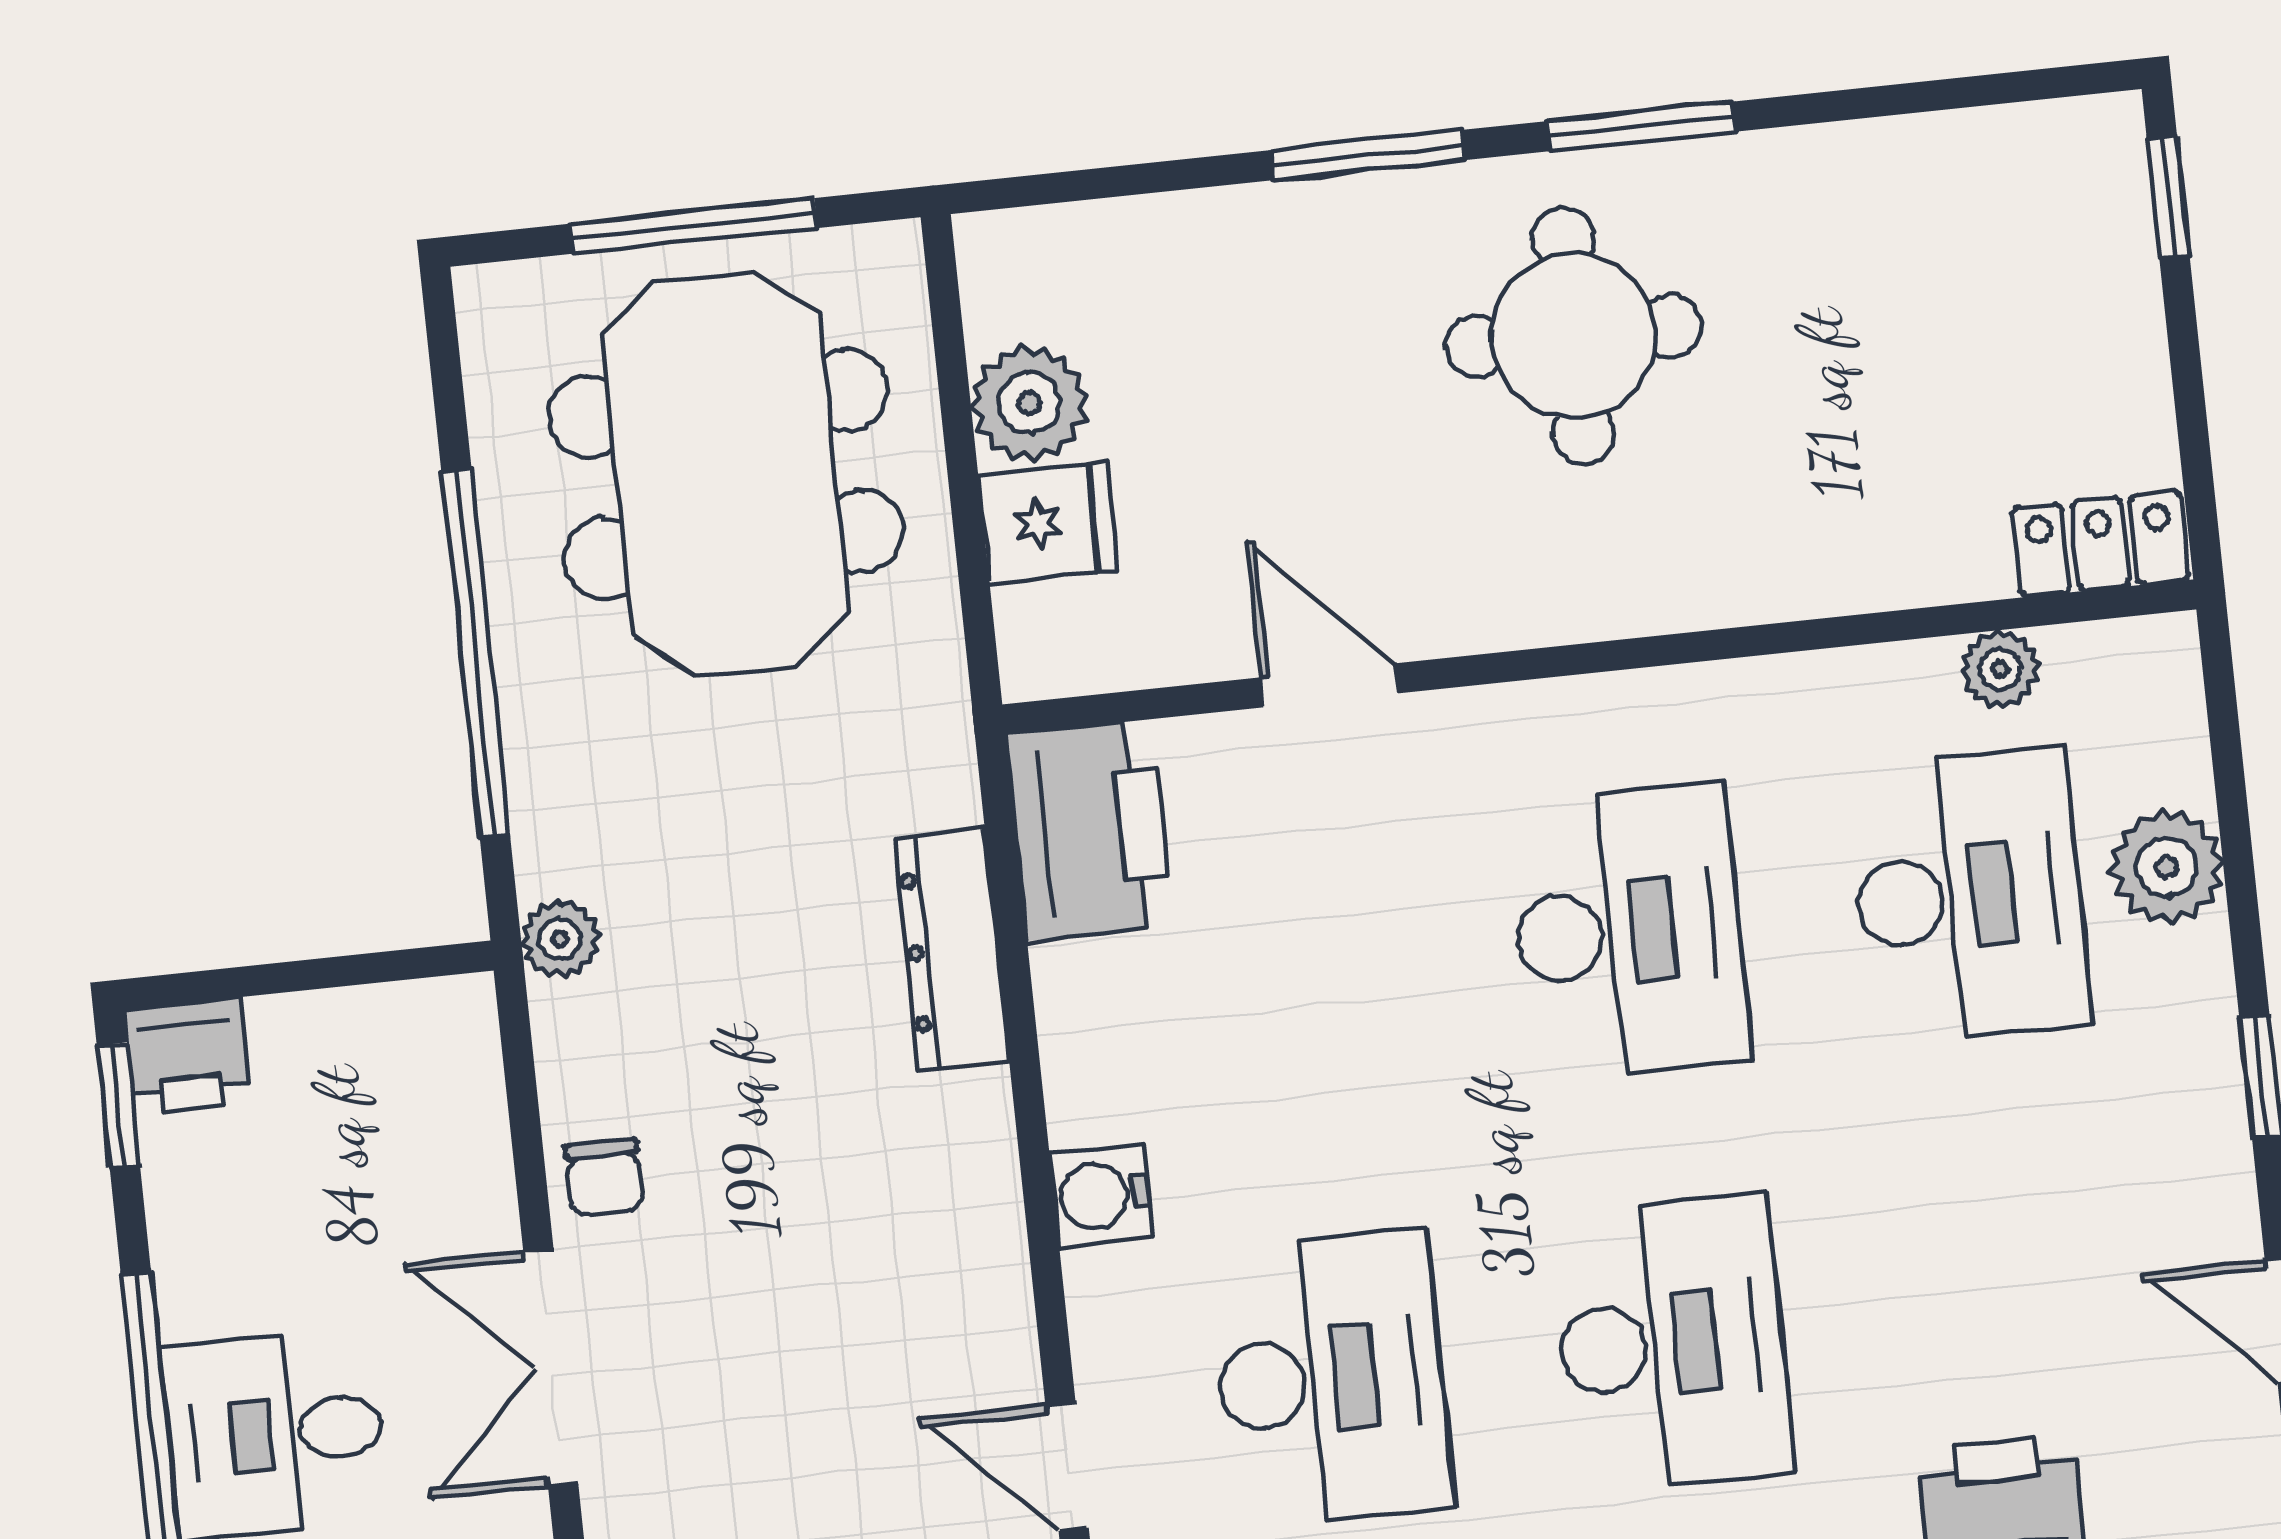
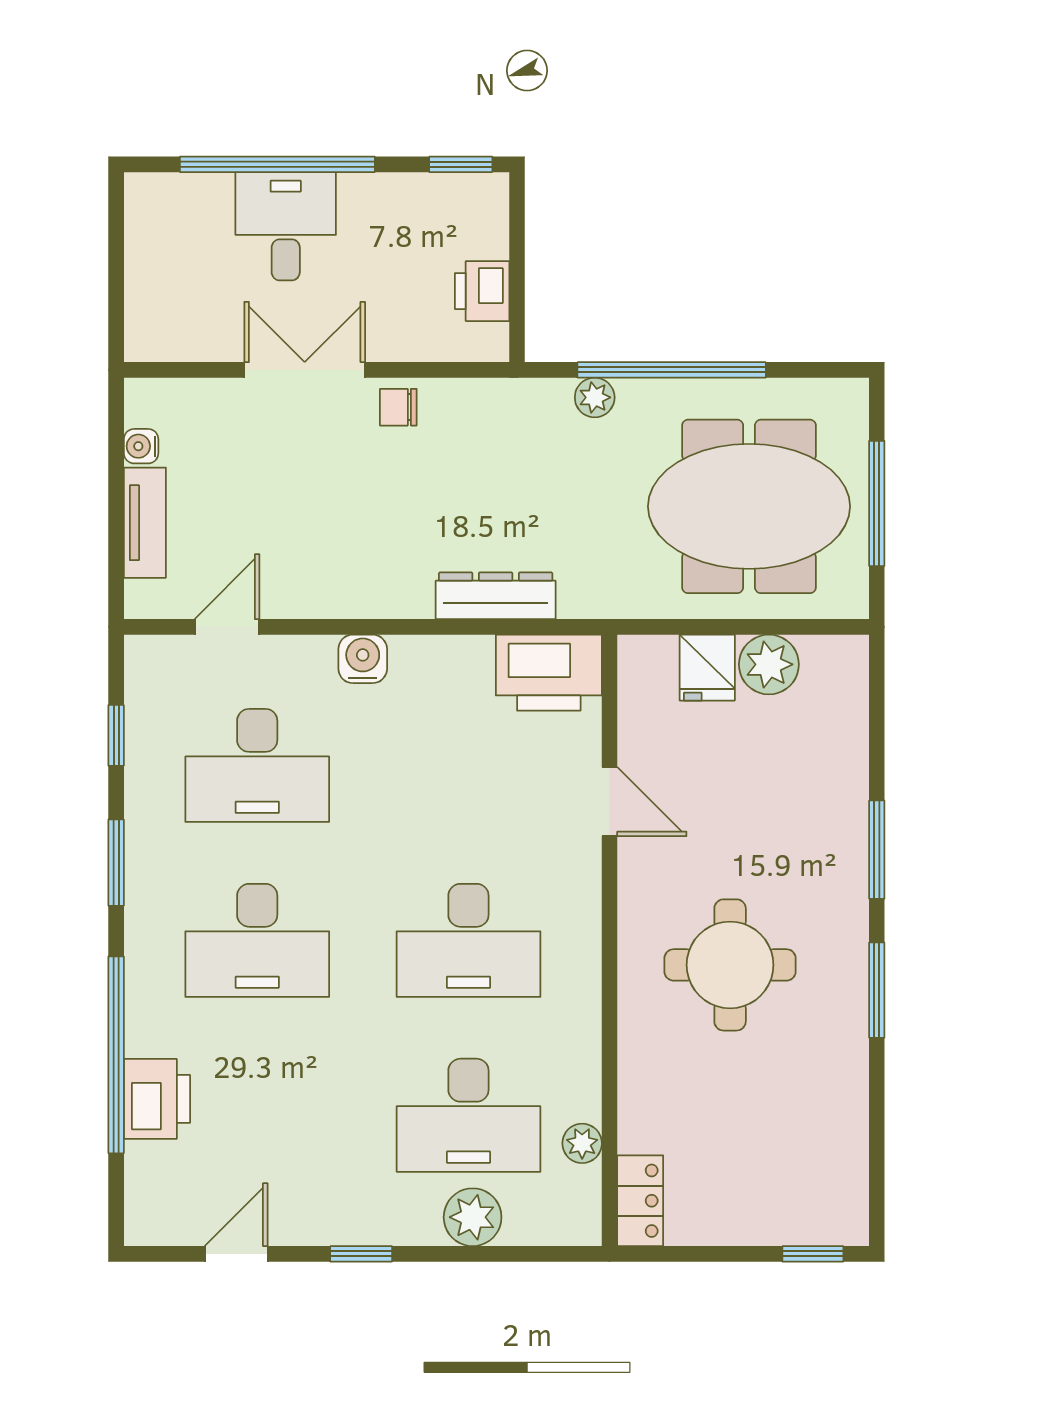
round table: (1573, 336) -> (730, 965), moved
door: (1329, 685) -> (610, 802), hinge flipped
plant: (560, 939) -> (595, 397), moved
printer: (187, 1056) -> (482, 291), moved

